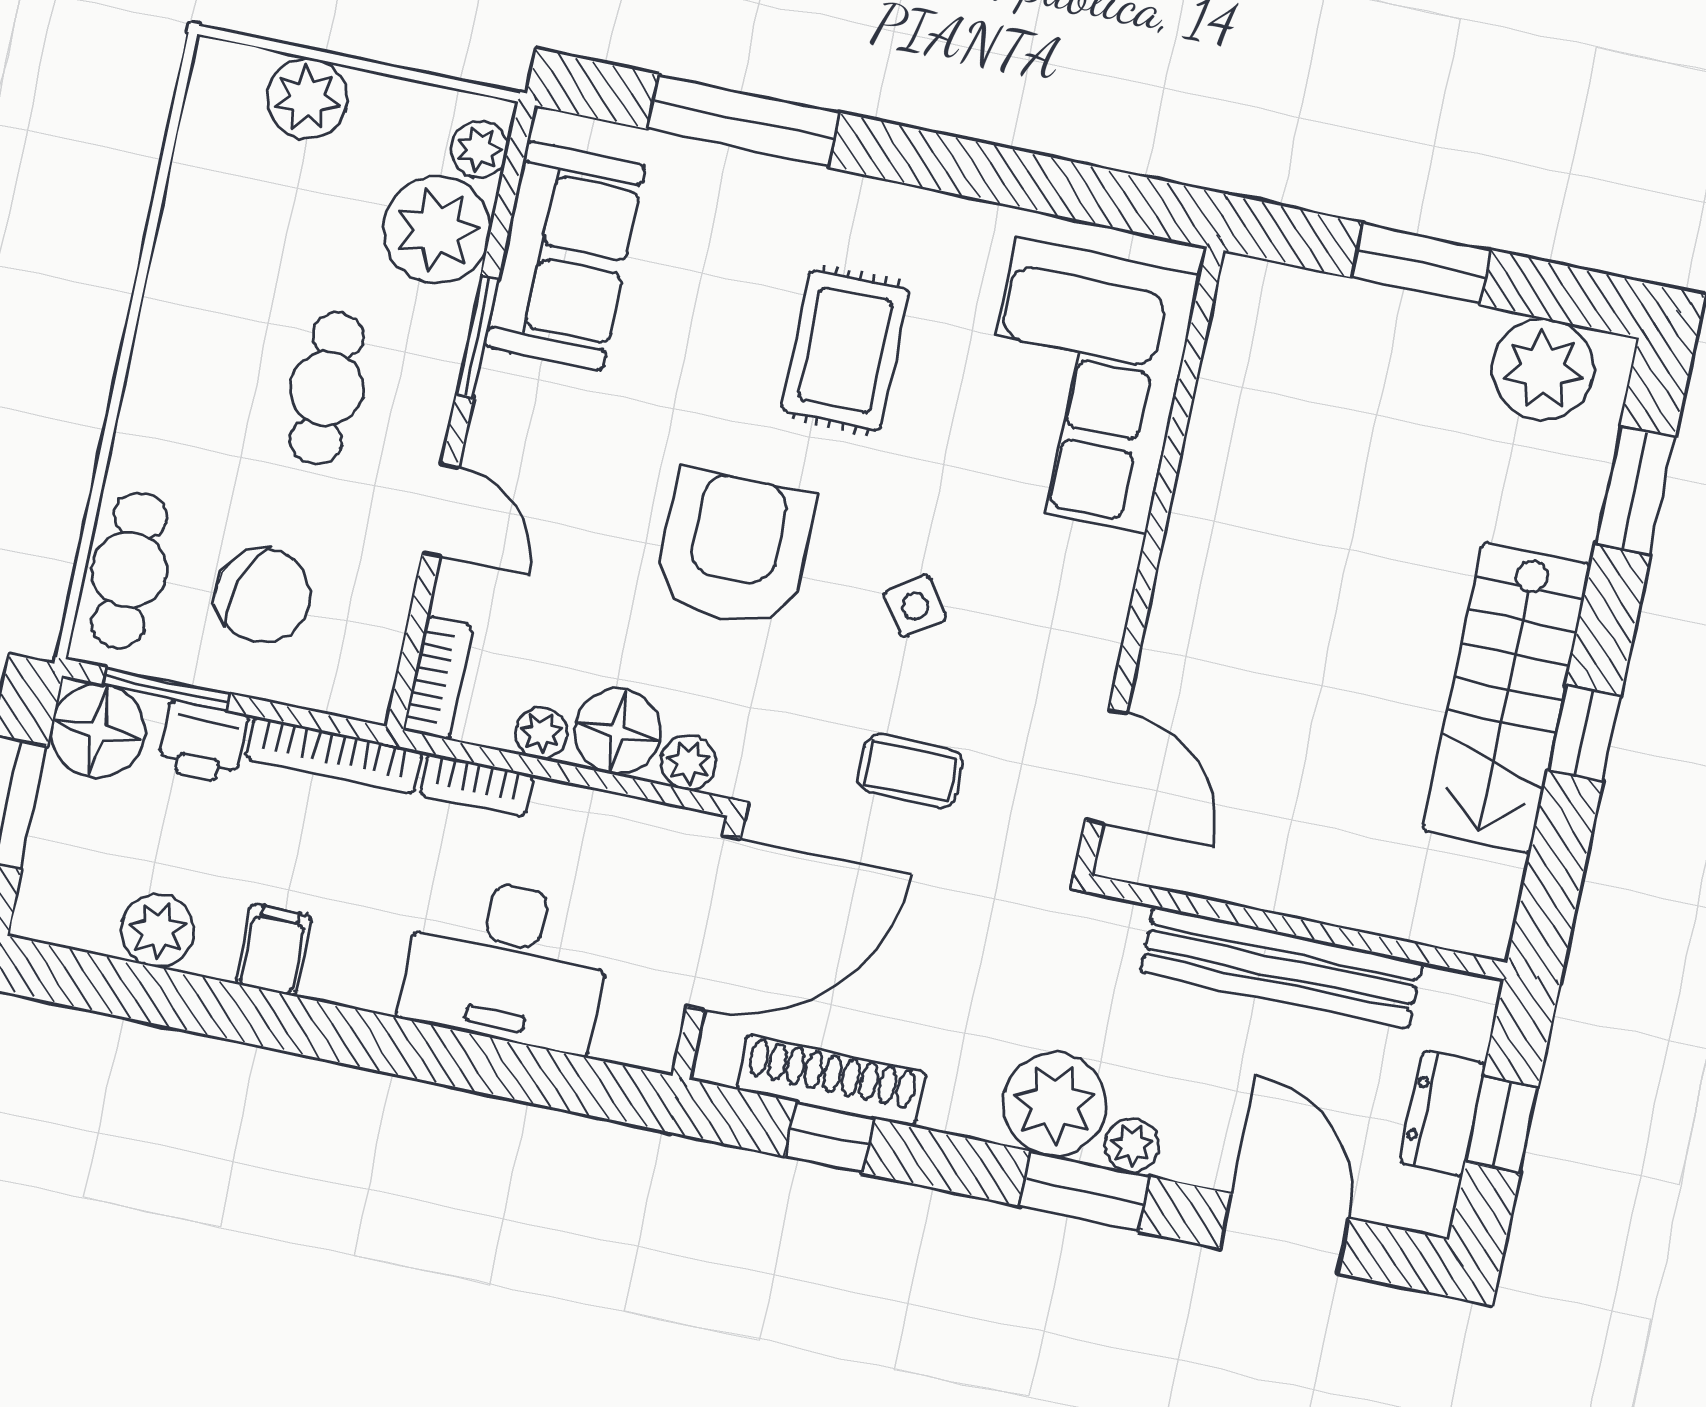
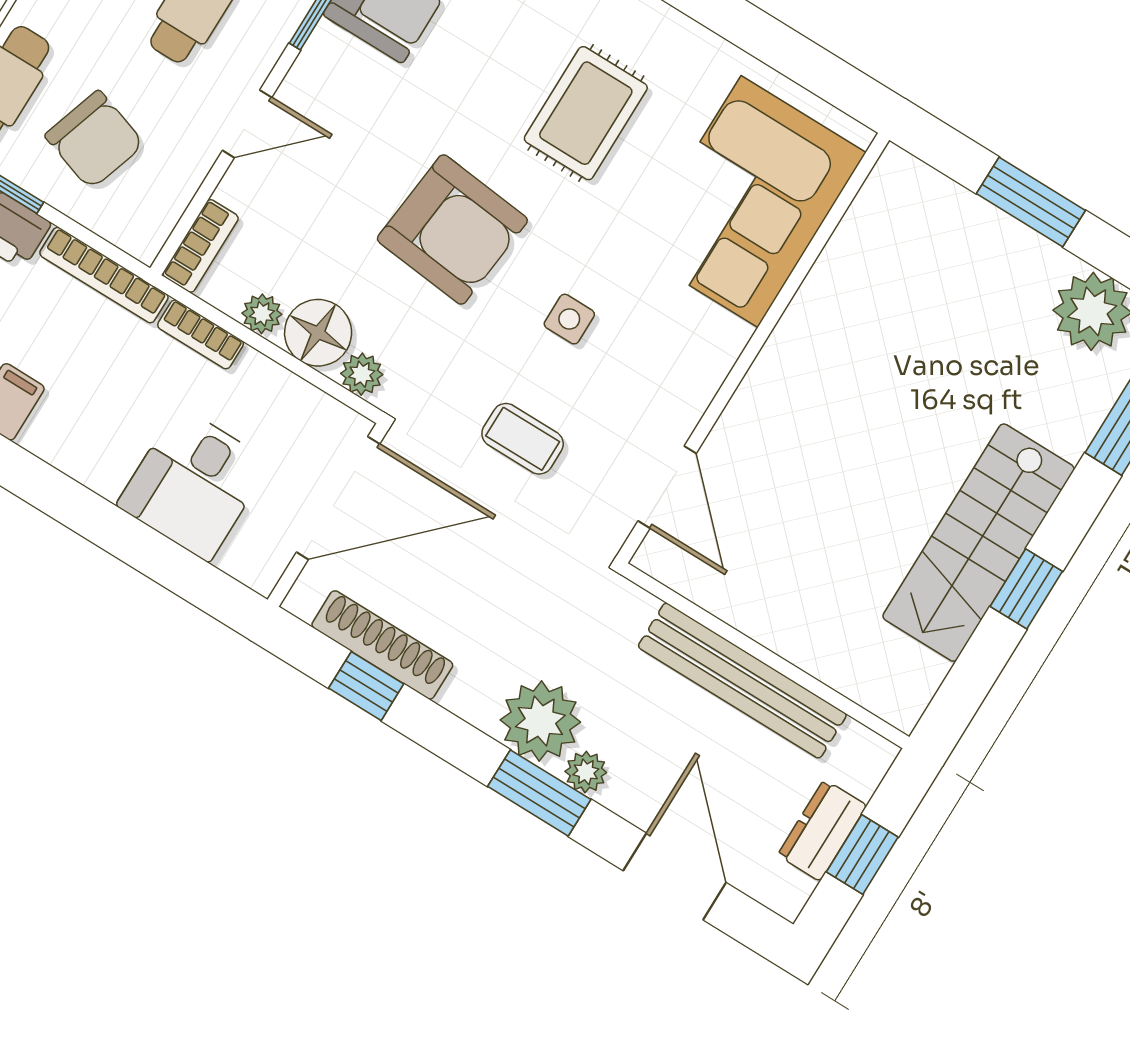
door: (441, 510) -> (247, 124), hinge flipped
armchair: (735, 549) -> (452, 230), turned 96
side table: (915, 606) -> (569, 319), turned 35
desk: (507, 963) -> (194, 484), width x0.73

